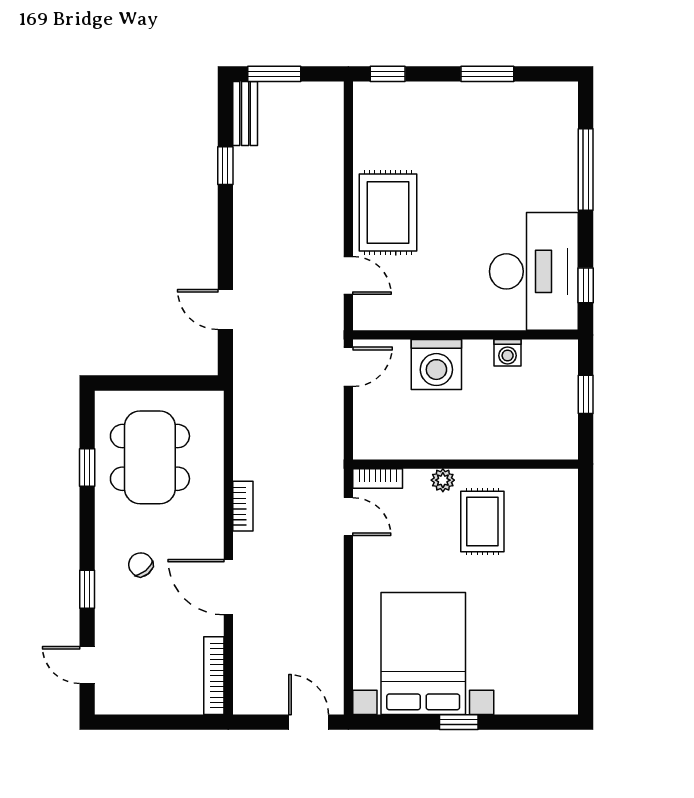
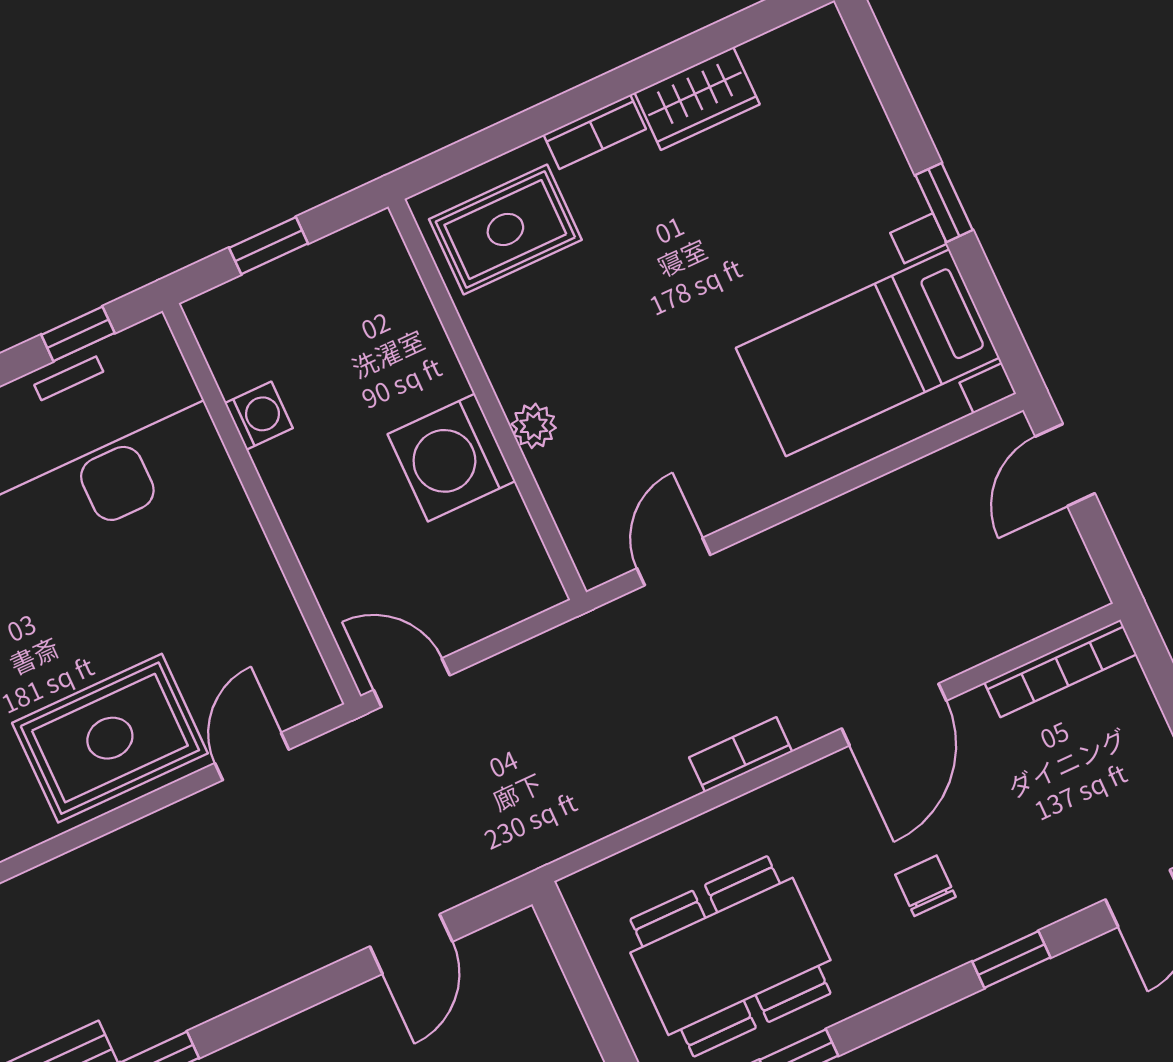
washing machine: (436, 365) -> (451, 458), moved, turned 180
bookcase: (378, 478) -> (595, 132), moved, turned 90
rug: (482, 522) -> (505, 229), moved
chair: (141, 565) -> (925, 886), turned 129
wardrobe: (562, 628) -> (697, 98), added
bed with nightstands: (423, 654) -> (868, 353), width x0.73

